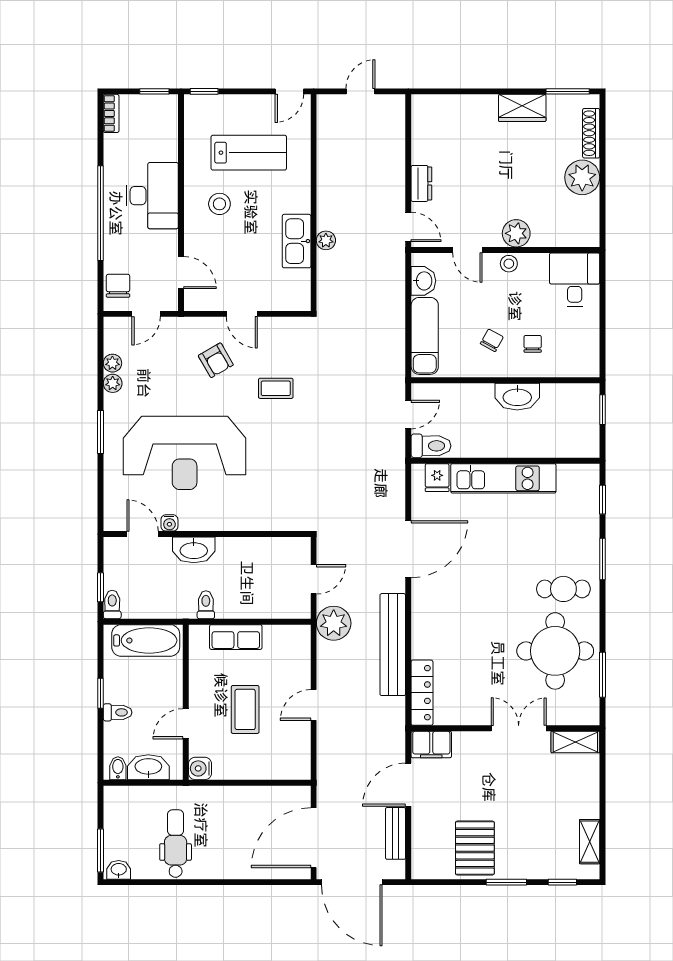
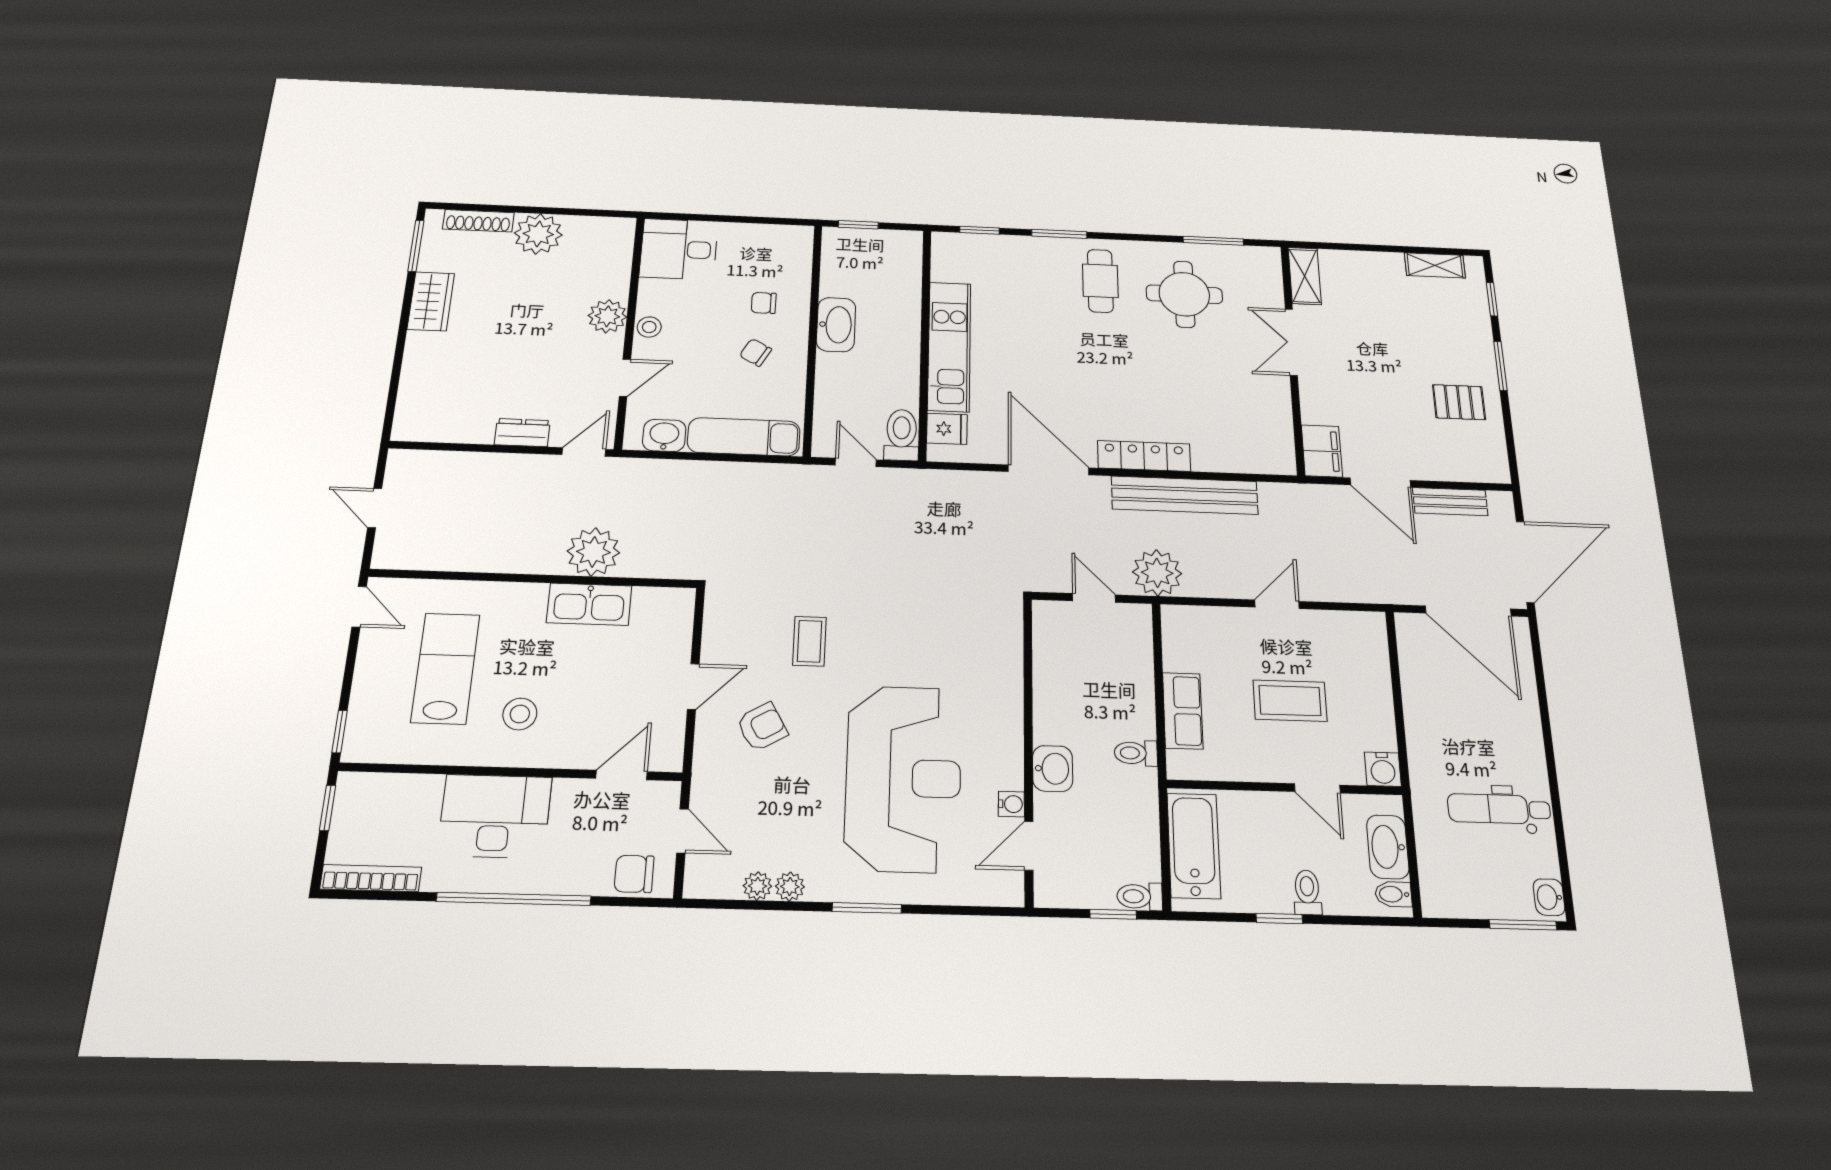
bookcase: (111, 113) -> (371, 878), width x1.56
plant: (326, 240) -> (593, 552), width x1.87, depth x1.87
washbasin: (194, 550) -> (1053, 769), width x0.72
round table: (555, 651) -> (1184, 294), width x0.73, depth x0.73
locker: (422, 693) -> (1144, 456), moved
door: (314, 705) -> (1277, 604), swing flipped
pallet: (475, 848) -> (1459, 402), width x0.67, depth x0.71

